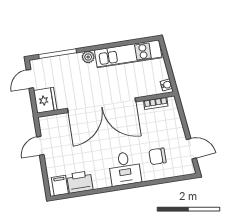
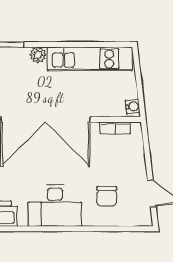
chair: (157, 156) -> (107, 196), turned -90
desk: (125, 169) -> (55, 205), width x1.37

